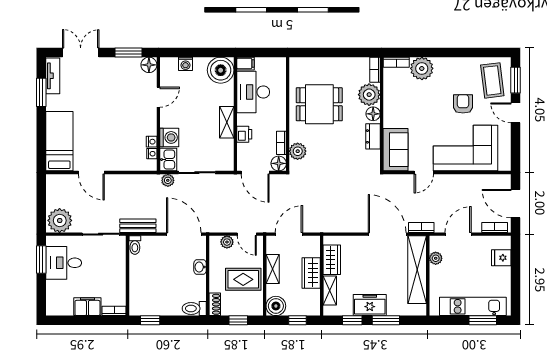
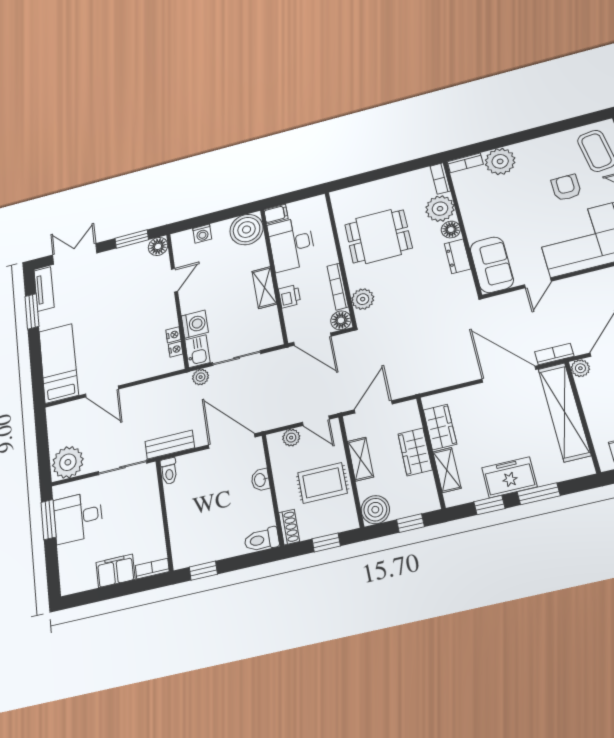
bookcase: (281, 143) -> (338, 286), width x1.56
plant: (436, 258) -> (580, 368), moved

